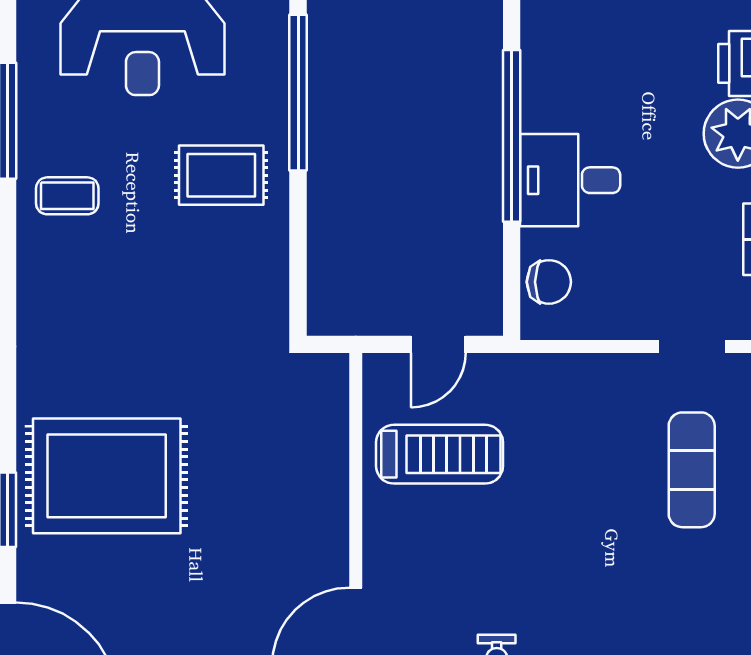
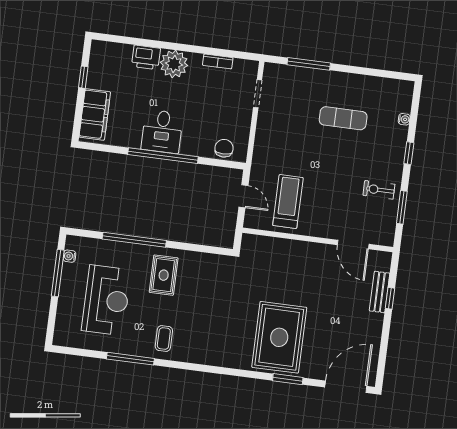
desk: (570, 180) -> (162, 131), moved
exercise mat: (692, 470) -> (343, 118), moved

